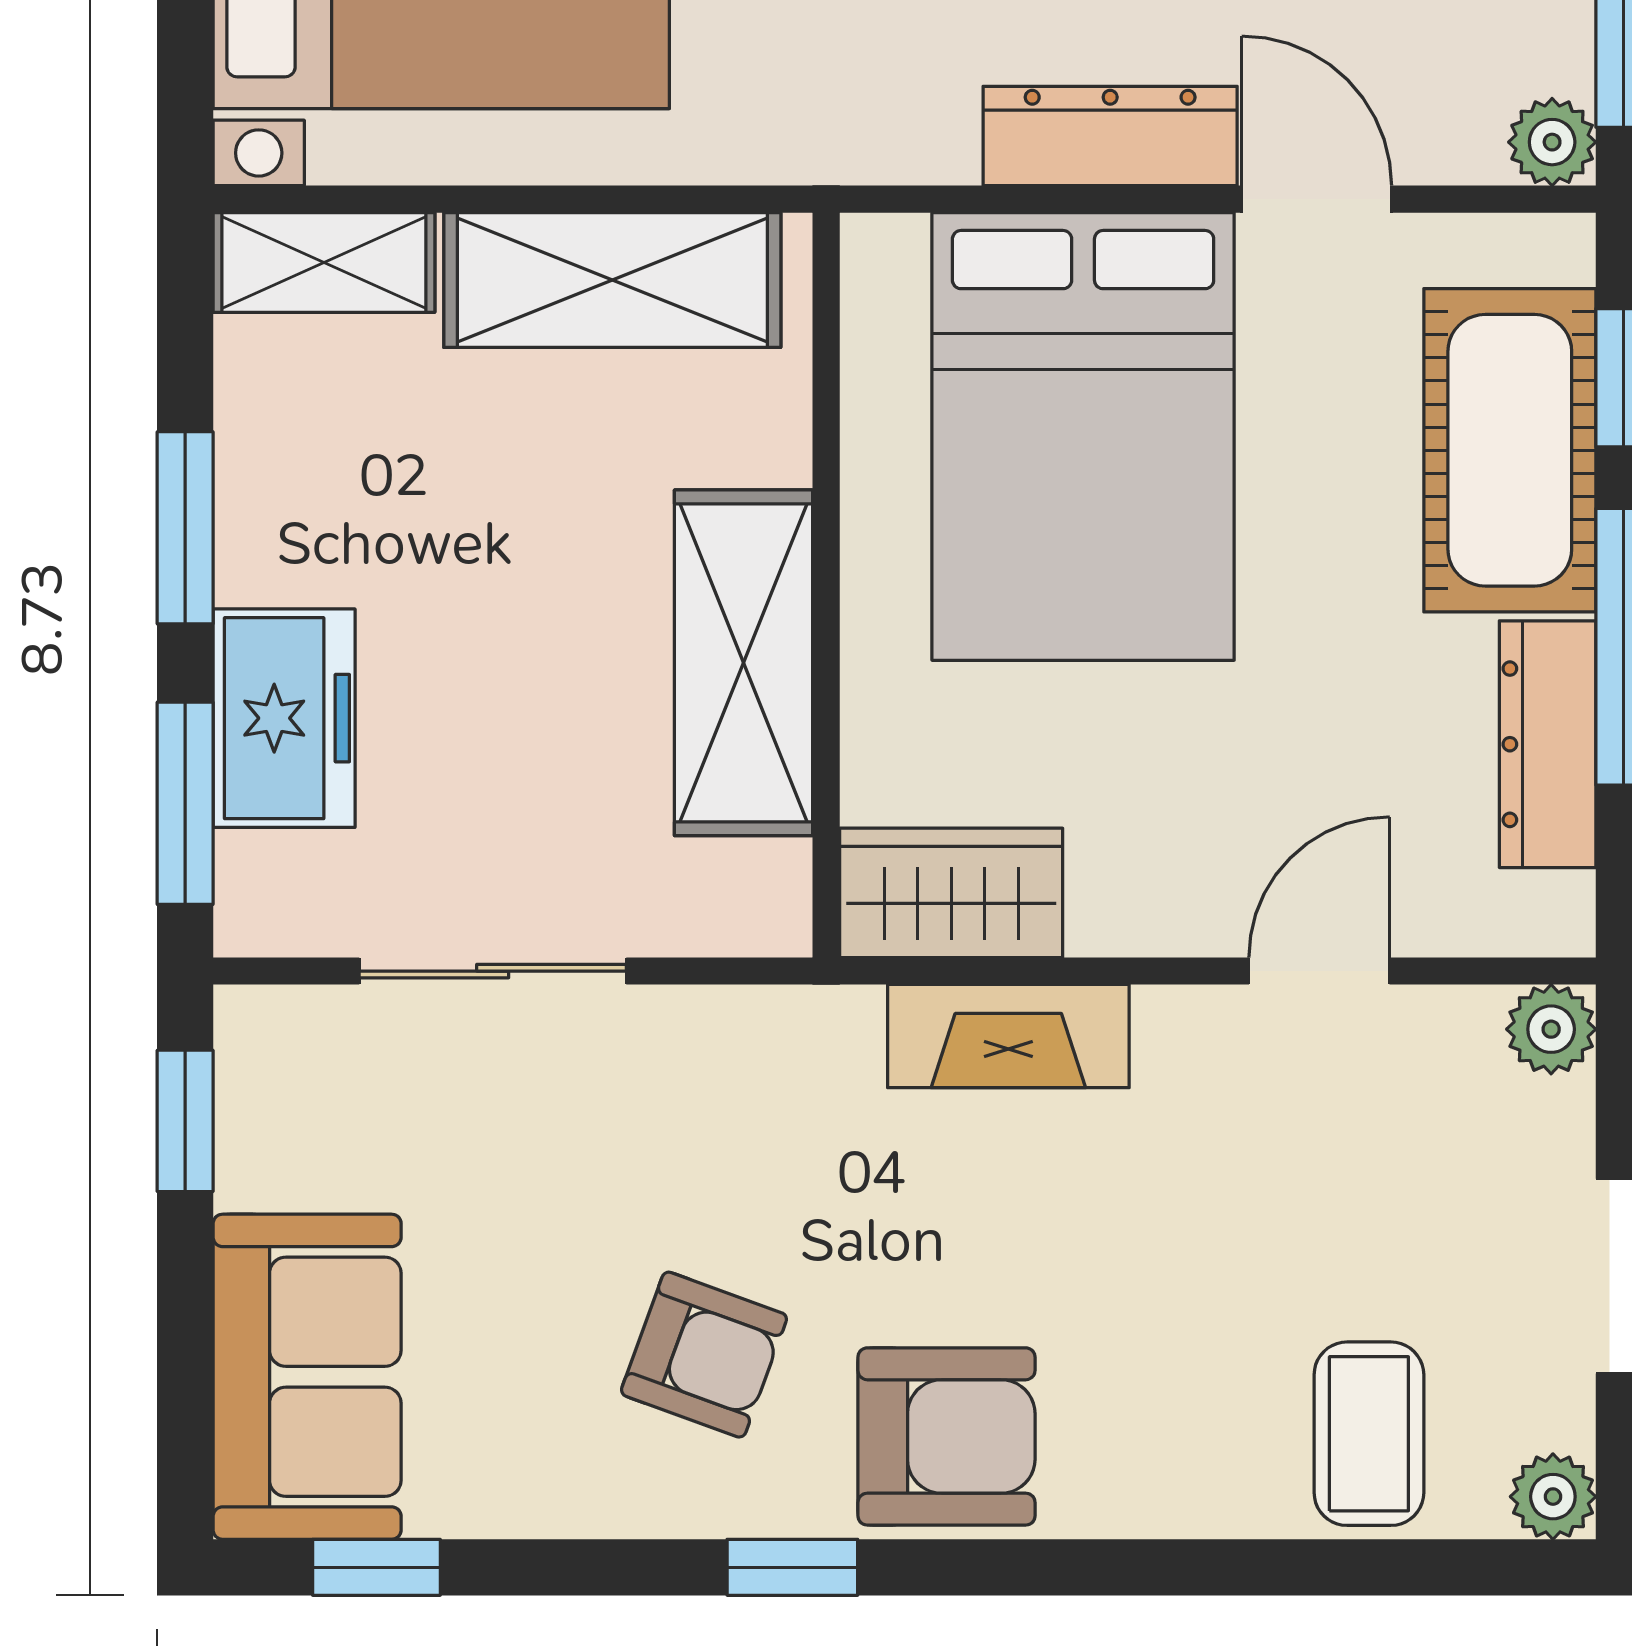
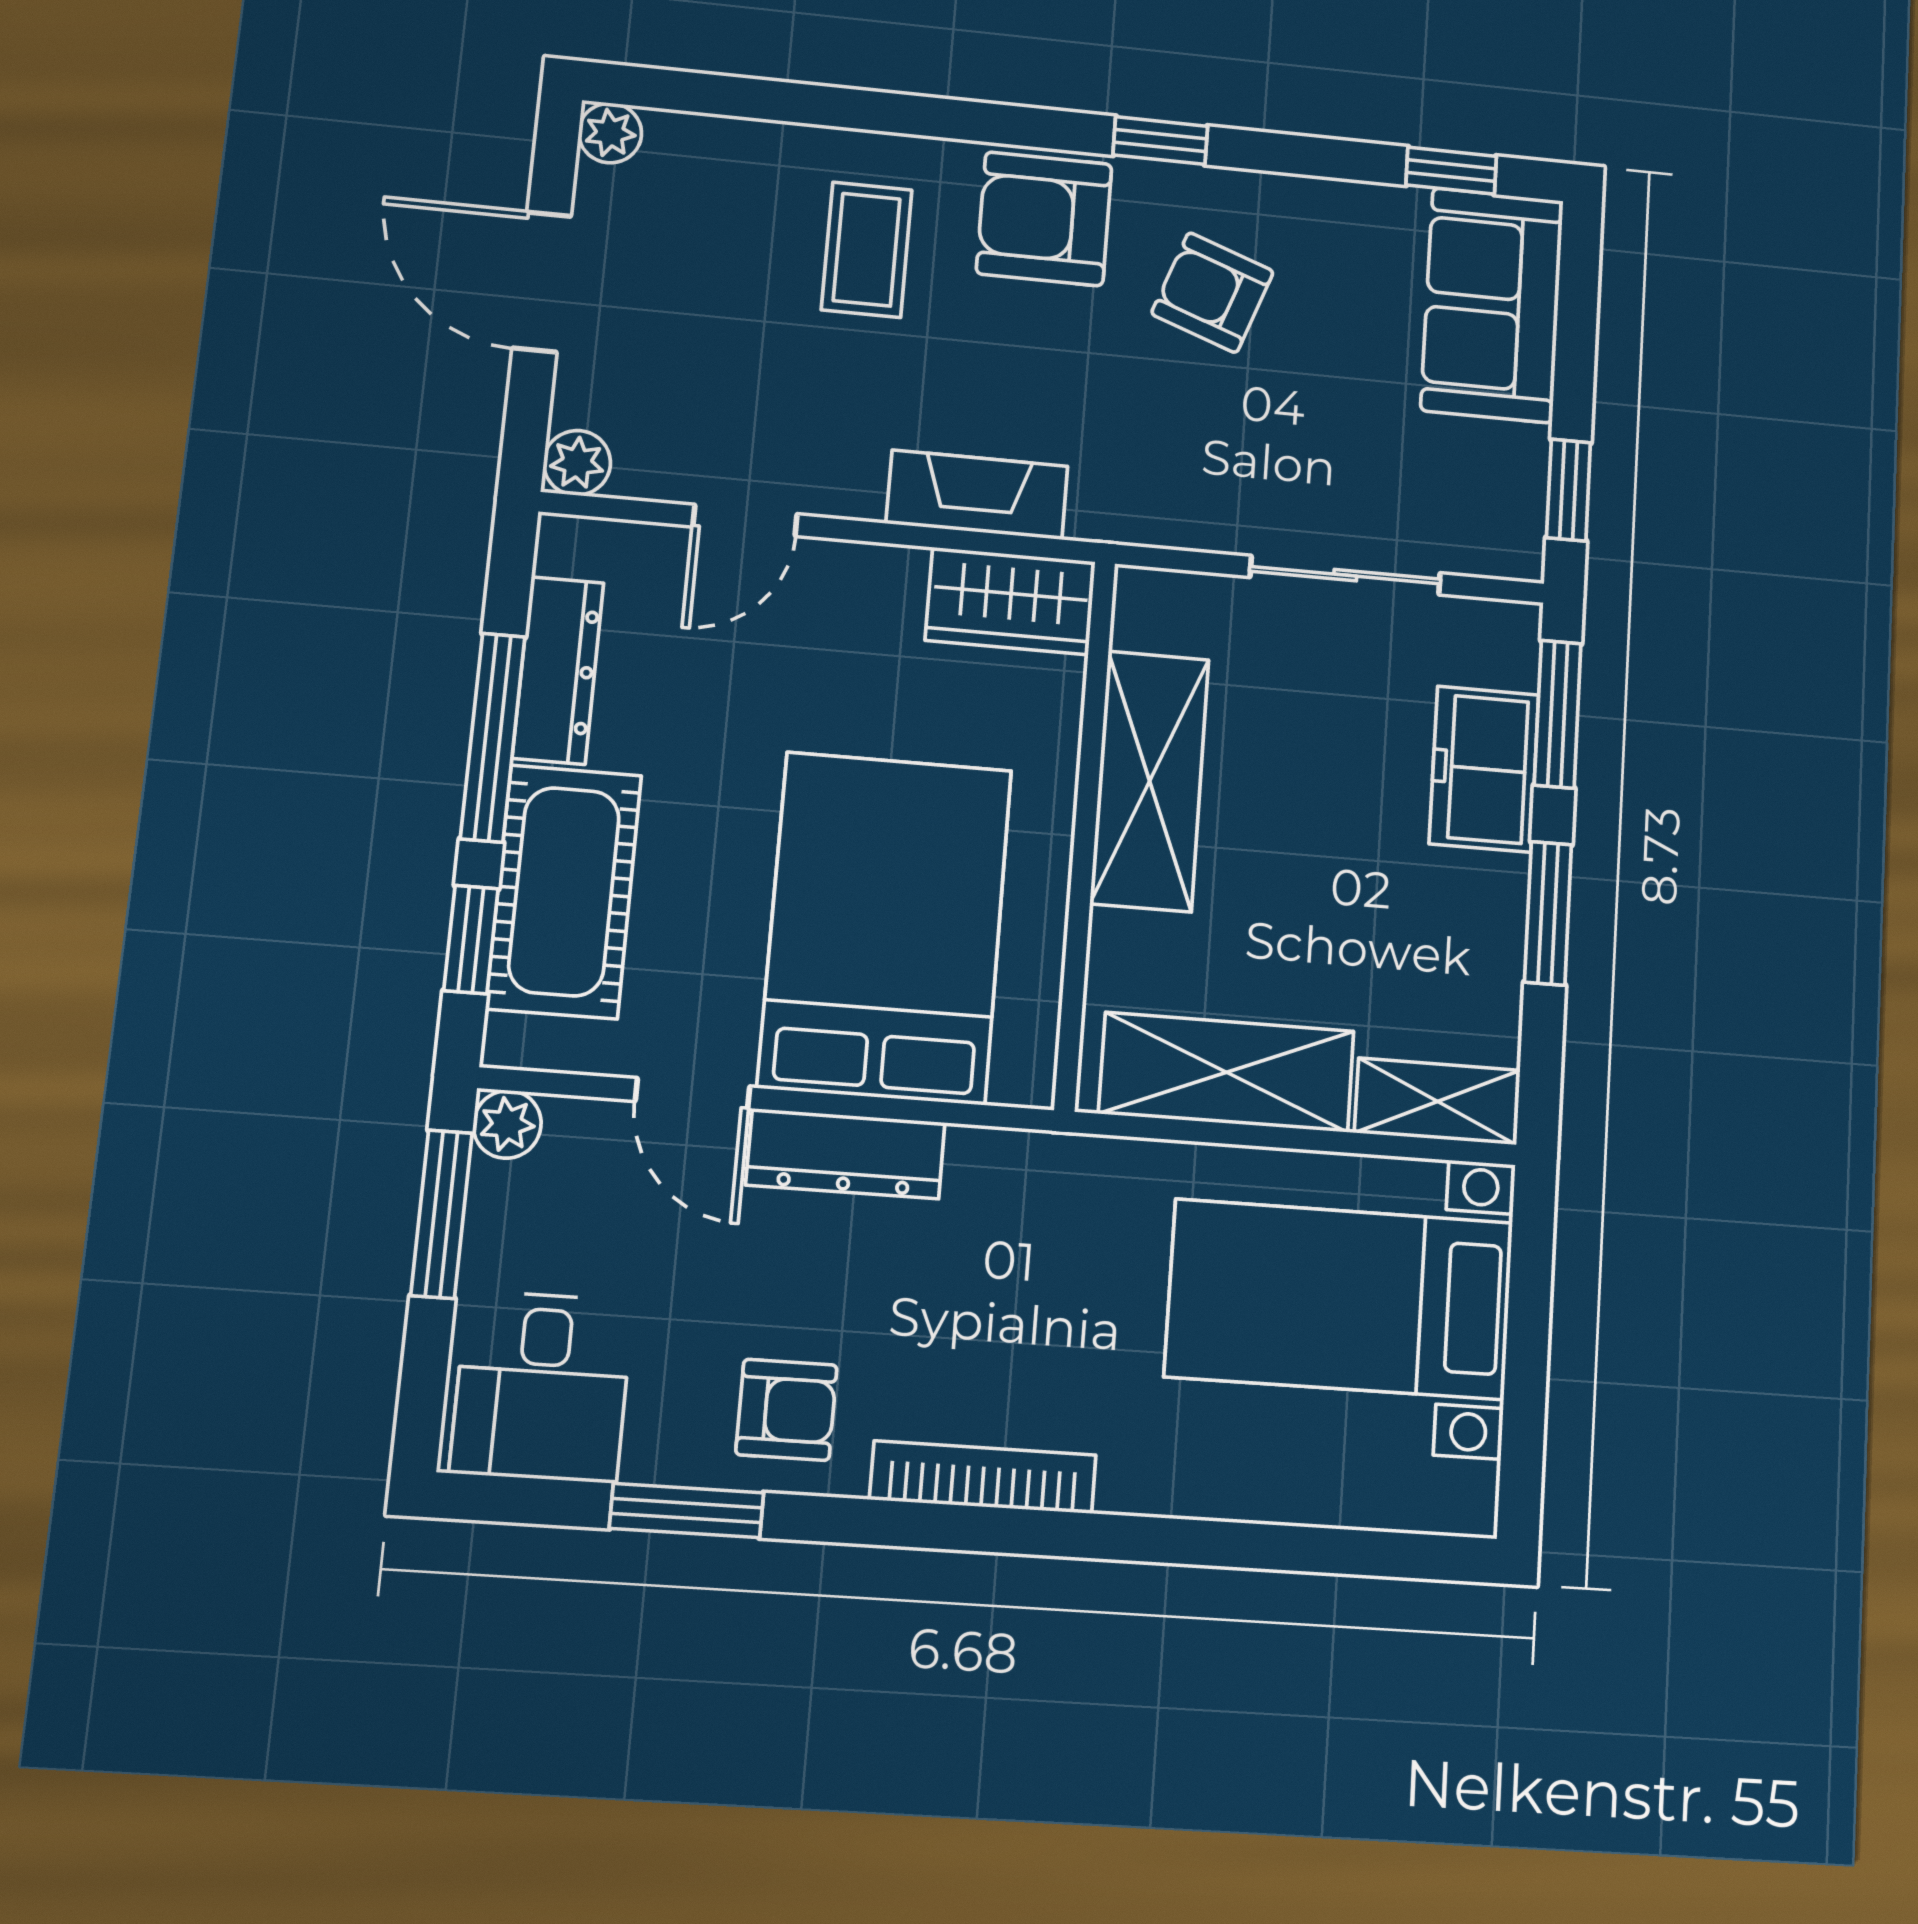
coffee table: (1369, 1434) -> (867, 250), moved

